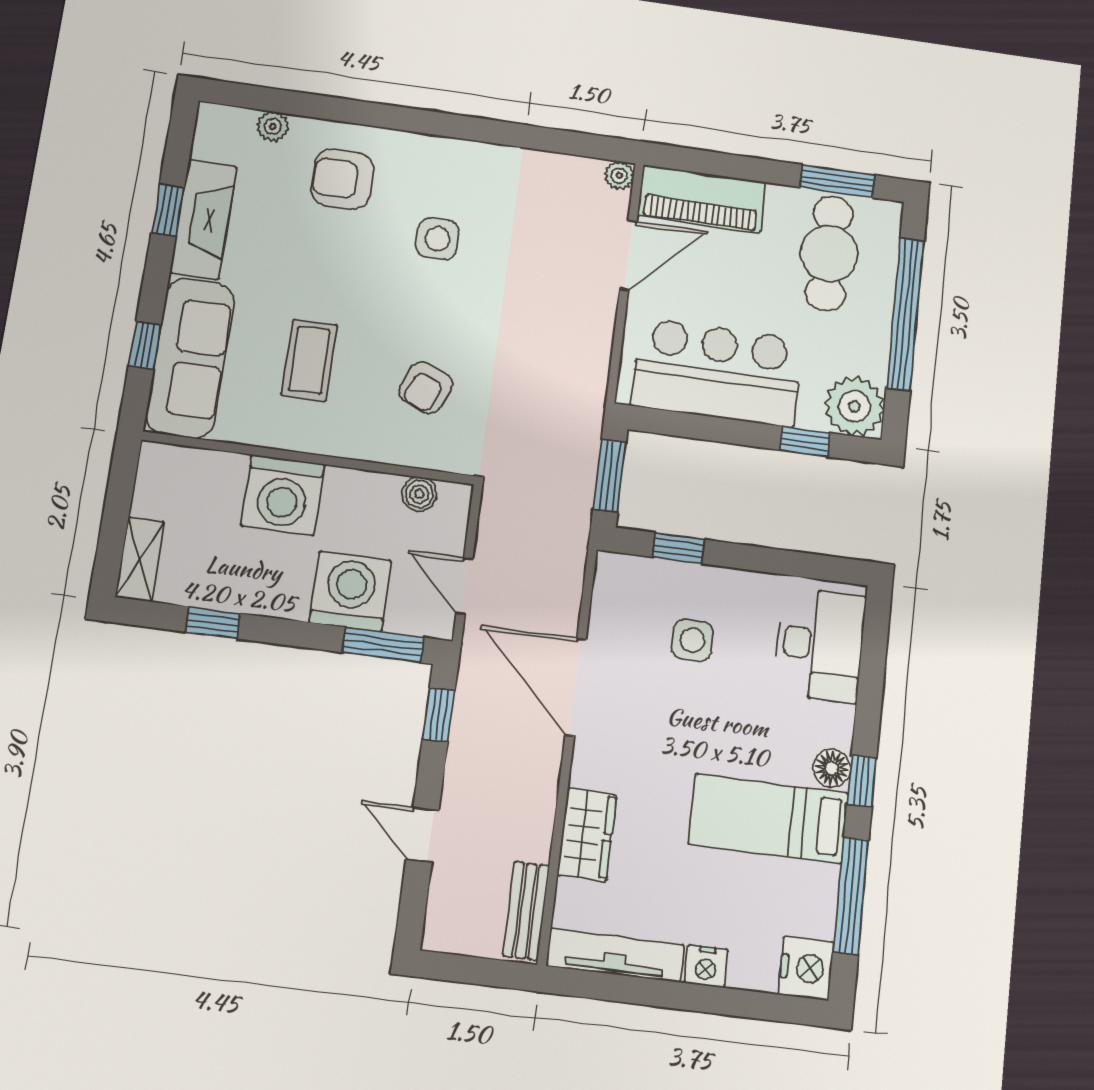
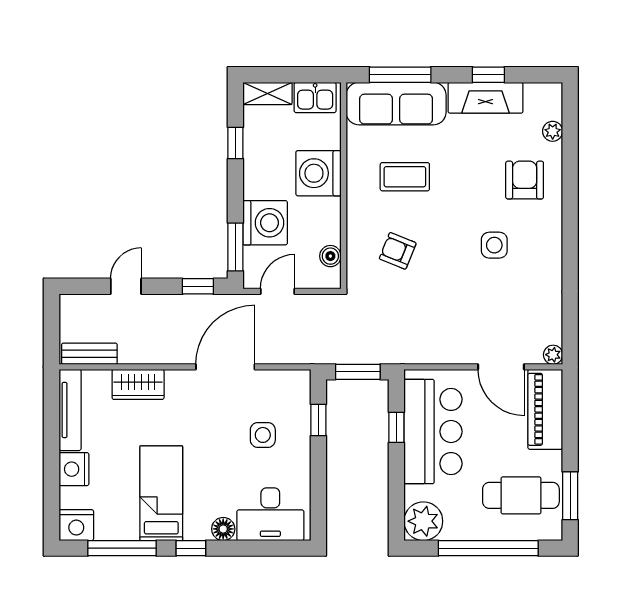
window: (145, 345) -> (400, 75), width x2.17
window: (805, 441) -> (396, 427), moved
kitchen sink: (159, 484) -> (315, 97), added
floor lamp: (832, 768) -> (223, 529), moved
nightstand: (706, 966) -> (74, 469), width x1.36, depth x1.33

